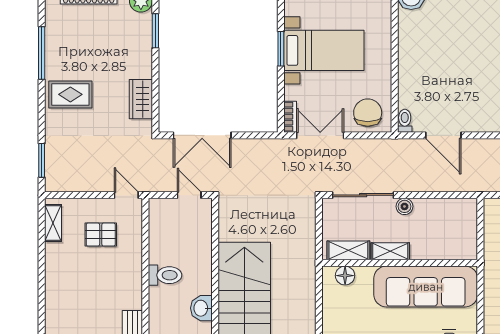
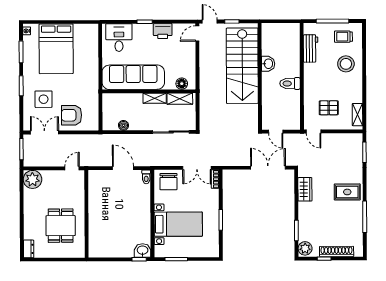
bed with nightstands: (324, 50) -> (178, 224), moved, turned 180
boiler: (404, 206) -> (123, 125), moved
stool: (72, 307) -> (346, 64), added

